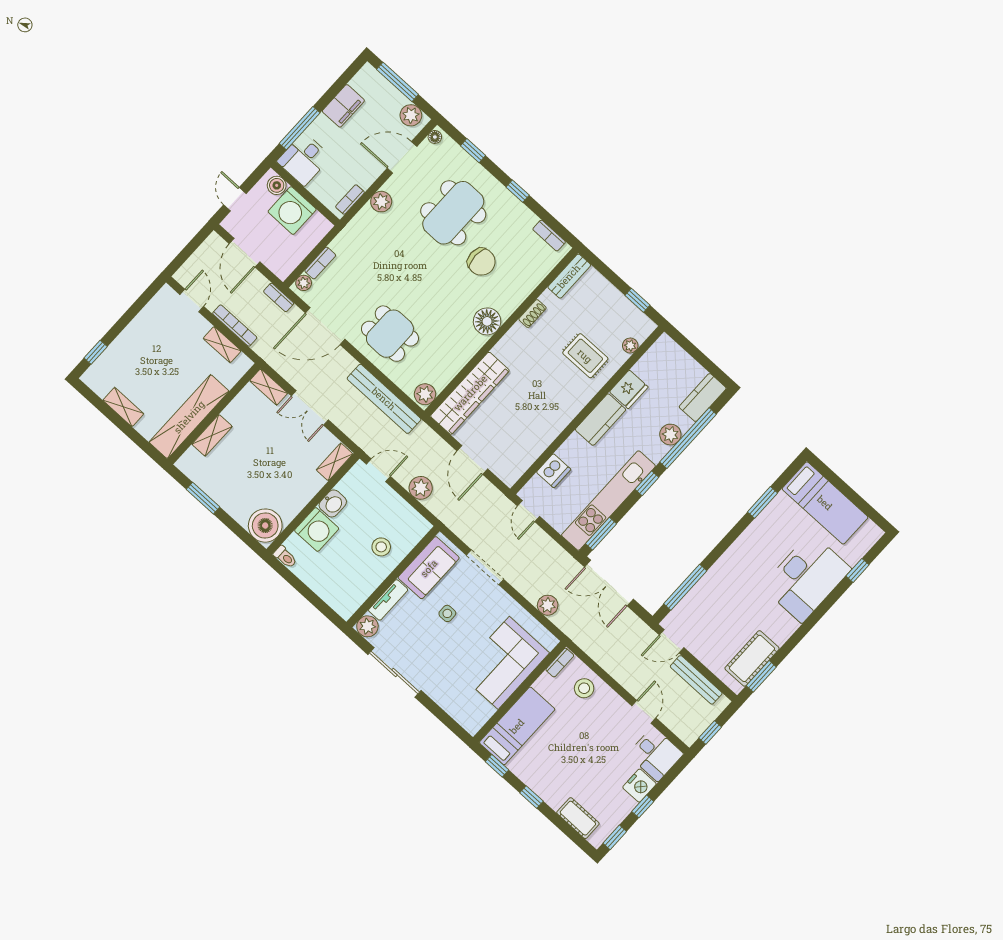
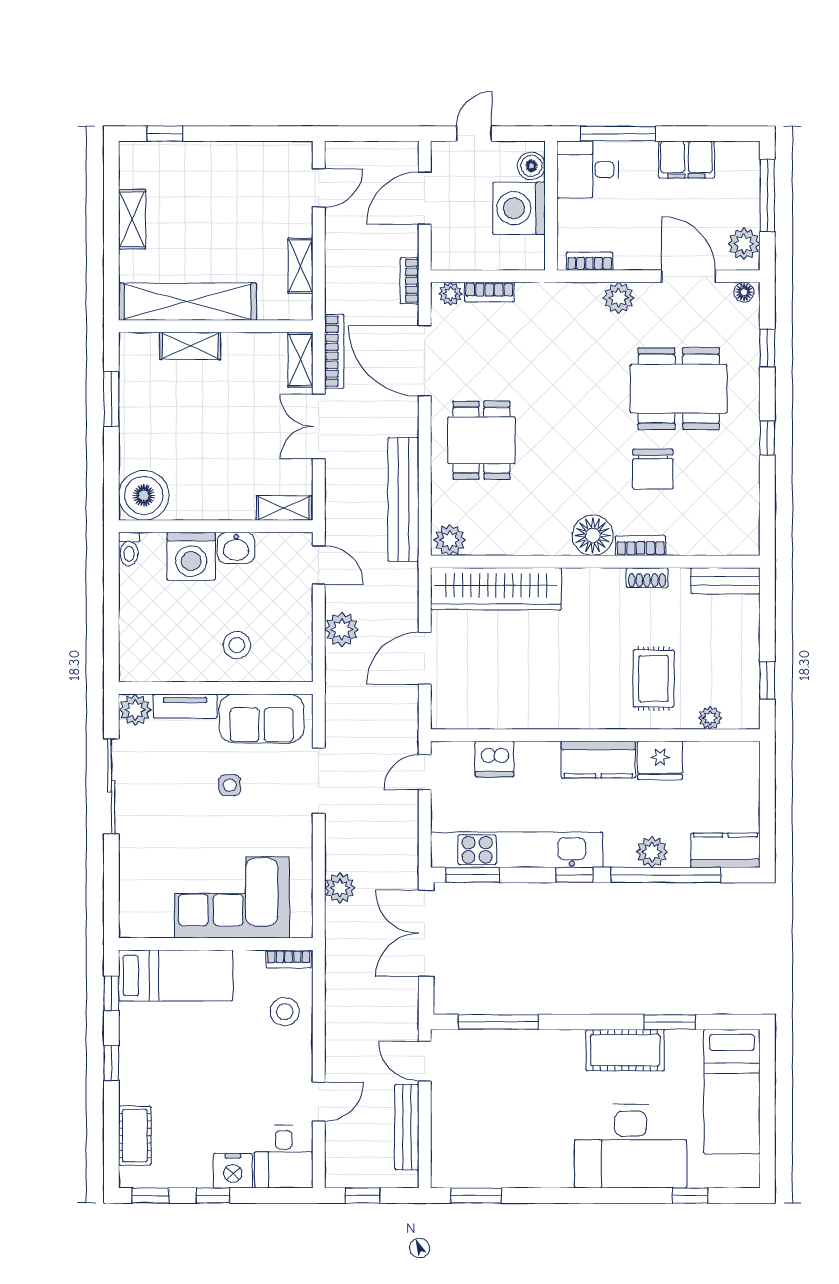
bookcase: (549, 236) -> (641, 546), moved, turned 90
bookcase: (235, 326) -> (334, 351), moved
cot: (752, 658) -> (625, 1050), moved

